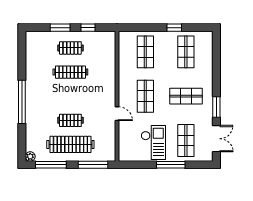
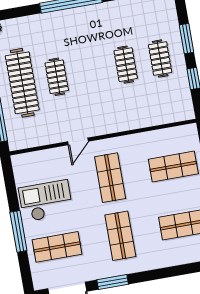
clothes rail: (70, 72) -> (126, 65), width x0.73
shop shelf: (145, 96) -> (110, 178), turned 90
checkout: (153, 143) -> (46, 201), turned 180

